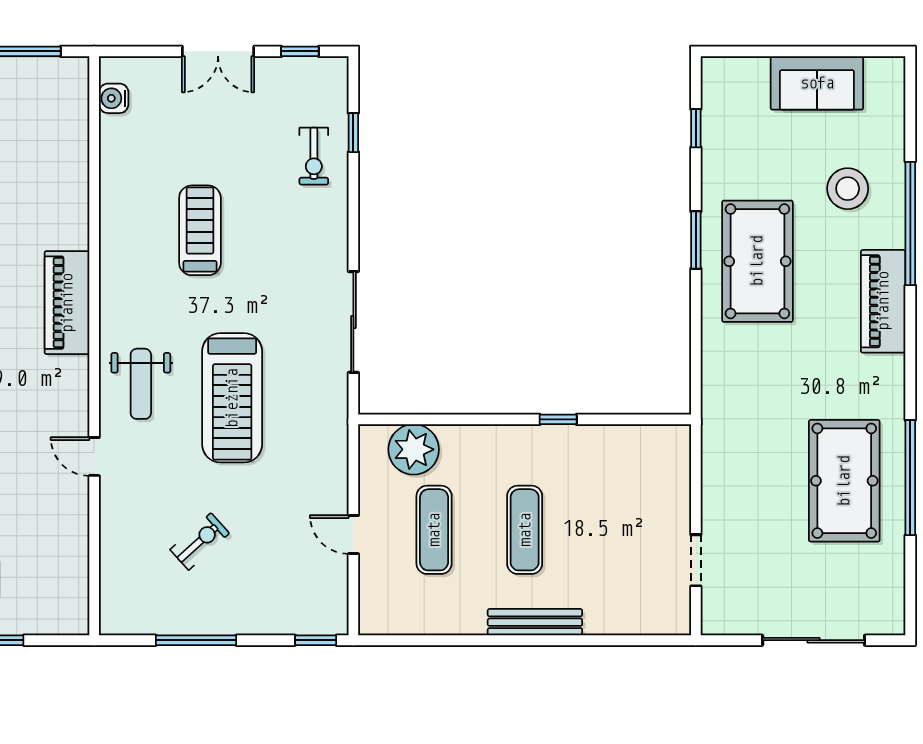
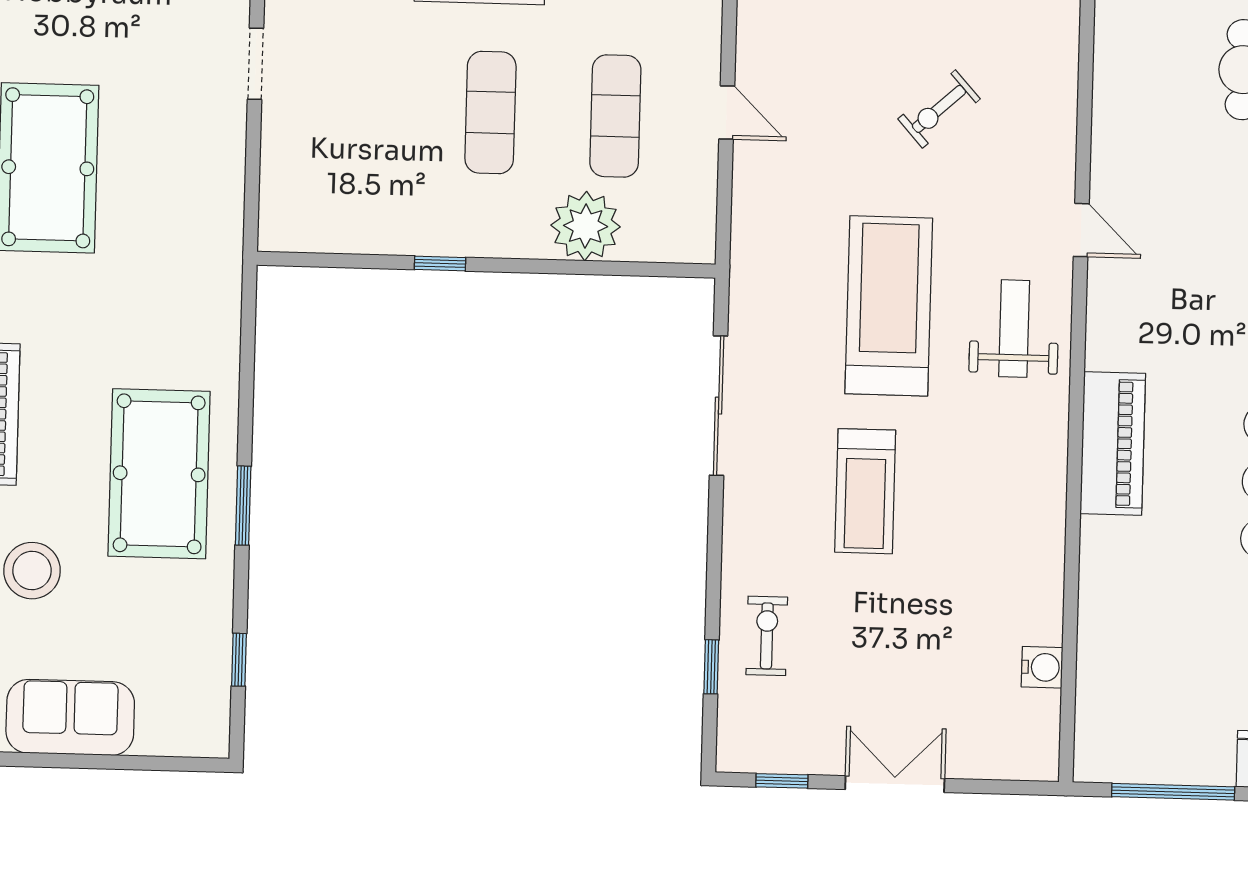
water cooler: (114, 98) -> (1042, 667), moved
treadmill: (200, 230) -> (865, 491), moved
plant: (414, 449) -> (586, 226), moved

